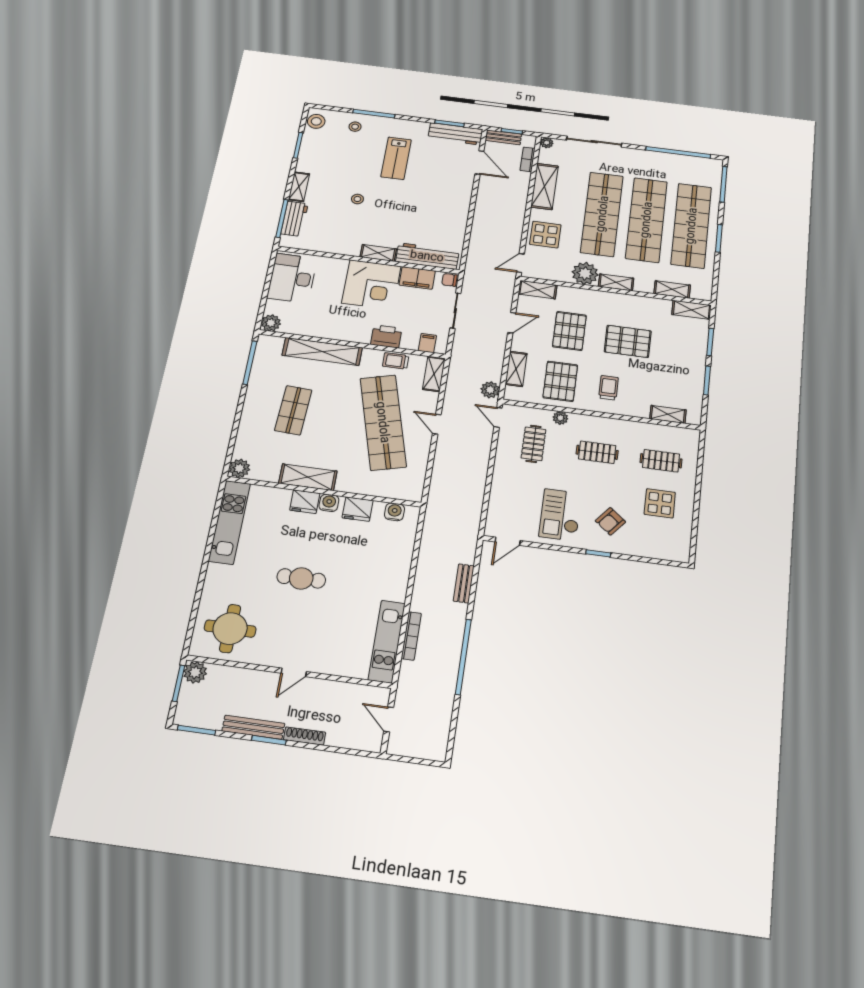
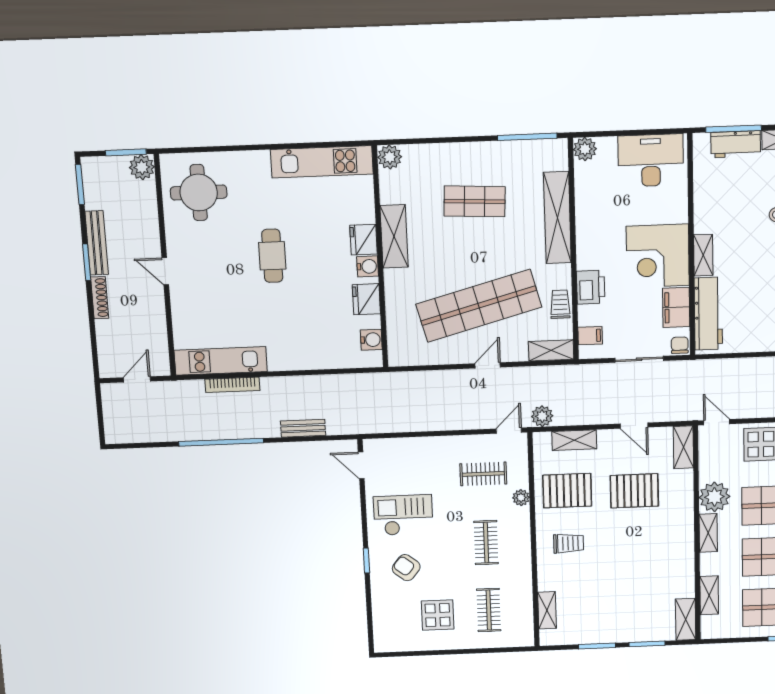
pallet: (628, 341) -> (632, 556), removed

